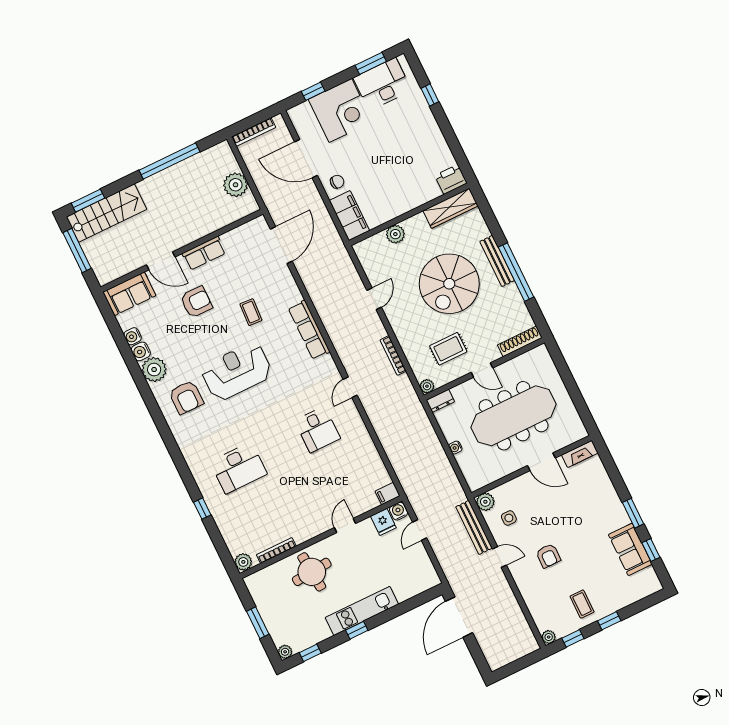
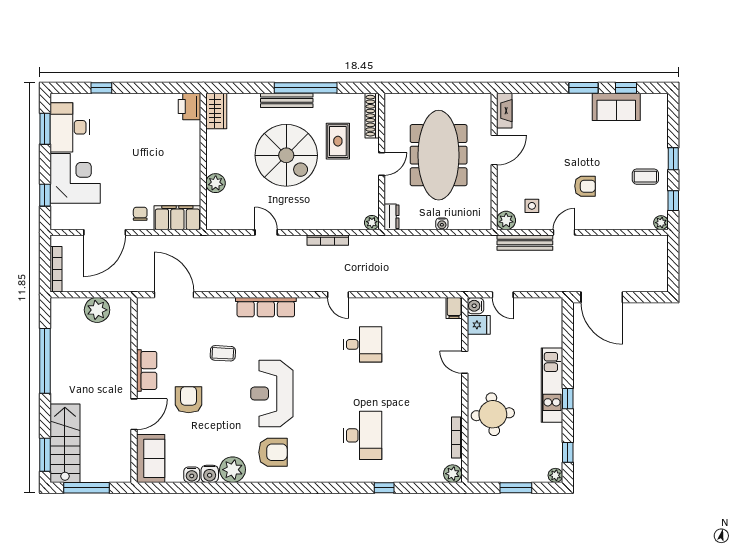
wardrobe: (450, 208) -> (216, 111), width x0.67
rug: (448, 349) -> (338, 141), moved

